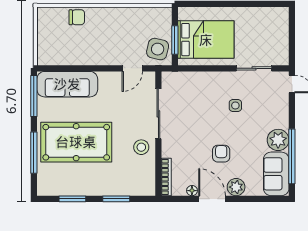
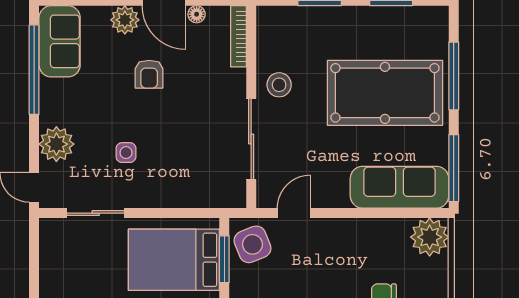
side table: (158, 49) -> (253, 244), turned -35
plant: (49, 54) -> (430, 237), added
plant: (278, 140) -> (56, 144), moved

